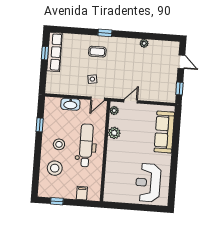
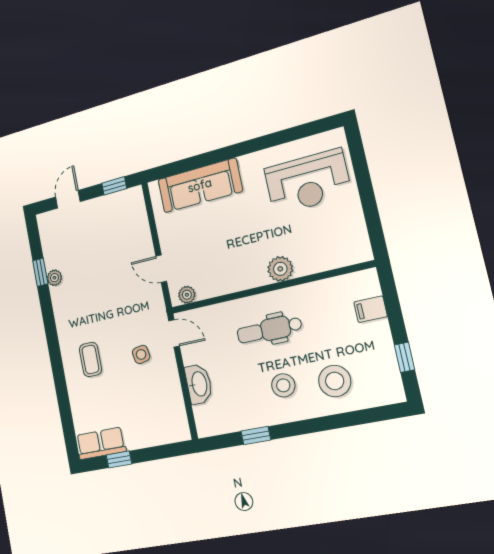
window: (105, 33) -> (40, 272), moved
row of seats: (54, 52) -> (101, 443), width x0.68
plant: (114, 133) -> (280, 269), moved
dental chair: (86, 145) -> (269, 330), width x0.73, depth x0.72

